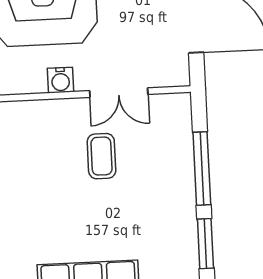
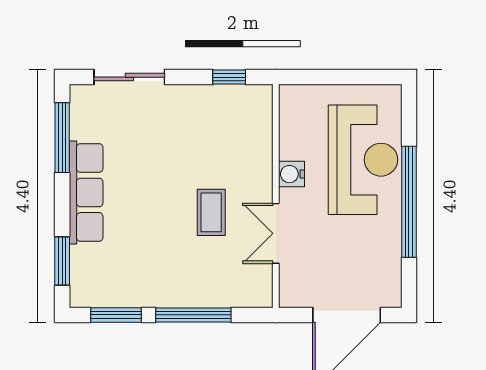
coffee table: (101, 156) -> (211, 212), turned 90

